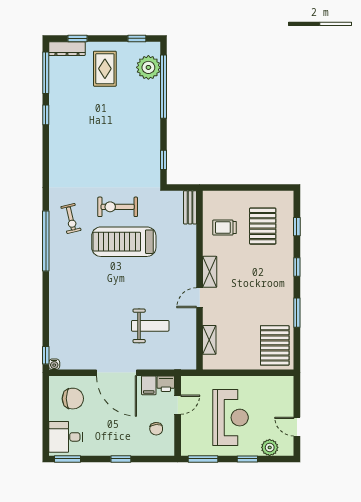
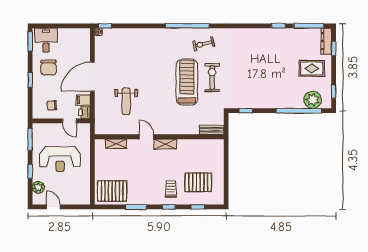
trolley: (224, 228) -> (171, 189), moved
chair: (73, 399) -> (49, 68), moved
door: (297, 427) -> (53, 207), hinge flipped

